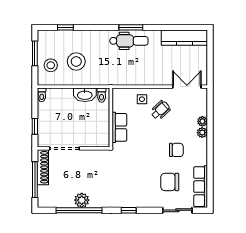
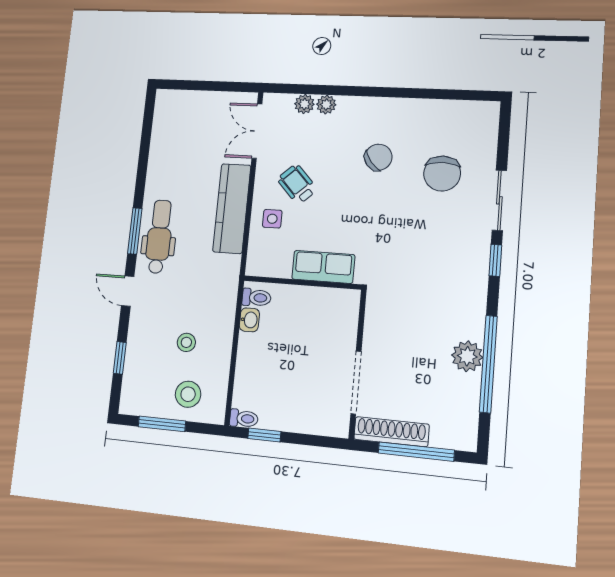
door: (100, 27) -> (128, 291), added
kitchen counter: (184, 38) -> (232, 208), moved, turned 180
stool: (76, 61) -> (186, 342), width x0.53, depth x0.53
washbasin: (85, 95) -> (249, 320), width x0.52, depth x0.69
window: (35, 126) -> (264, 435), moved
plant: (202, 133) -> (304, 104), moved
chair: (176, 150) -> (378, 157), turned 52
row of seats: (201, 187) -> (456, 113), removed
sliding door: (177, 210) -> (499, 200), moved

